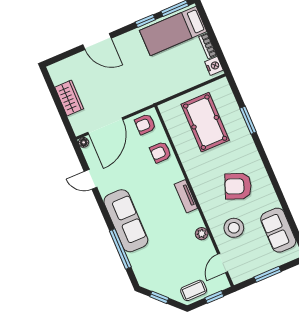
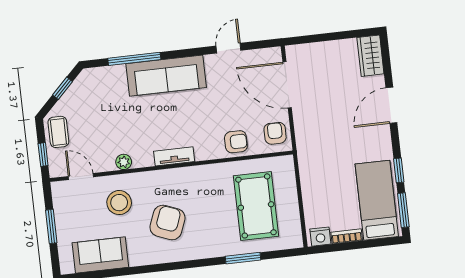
wardrobe: (69, 98) -> (370, 56), moved, turned 90
pool table: (205, 122) -> (256, 206), turned 90
floor lamp: (84, 142) -> (275, 53), removed
armchair: (161, 152) -> (236, 142), turned 90

